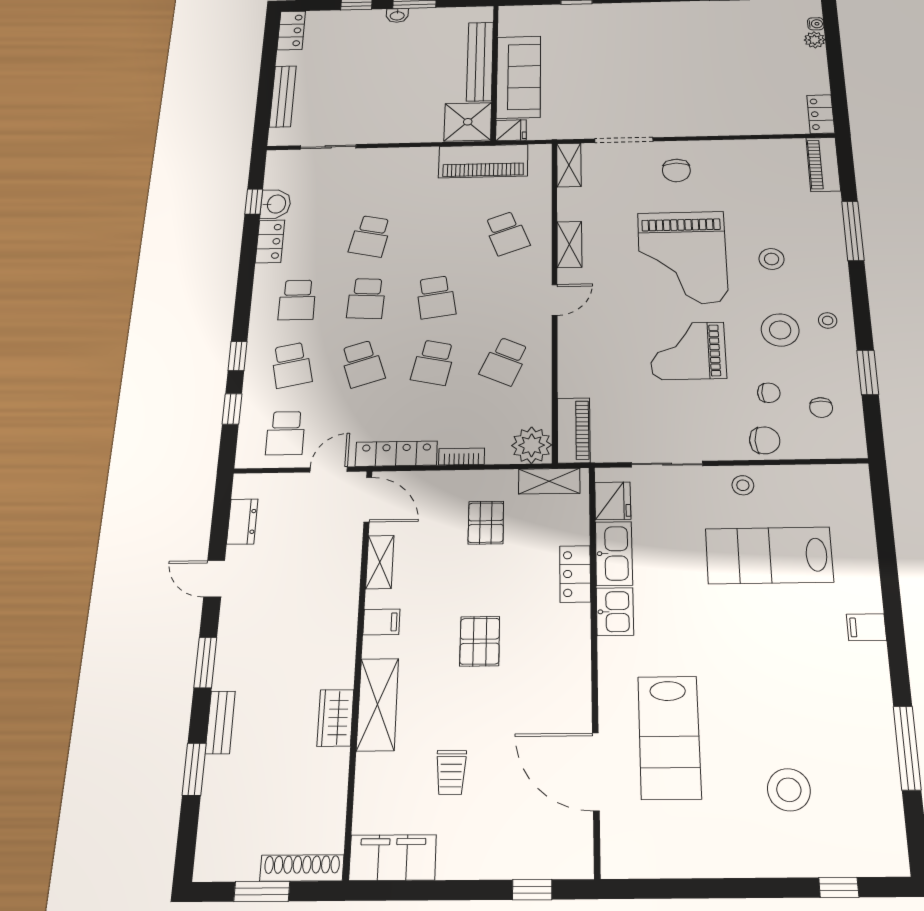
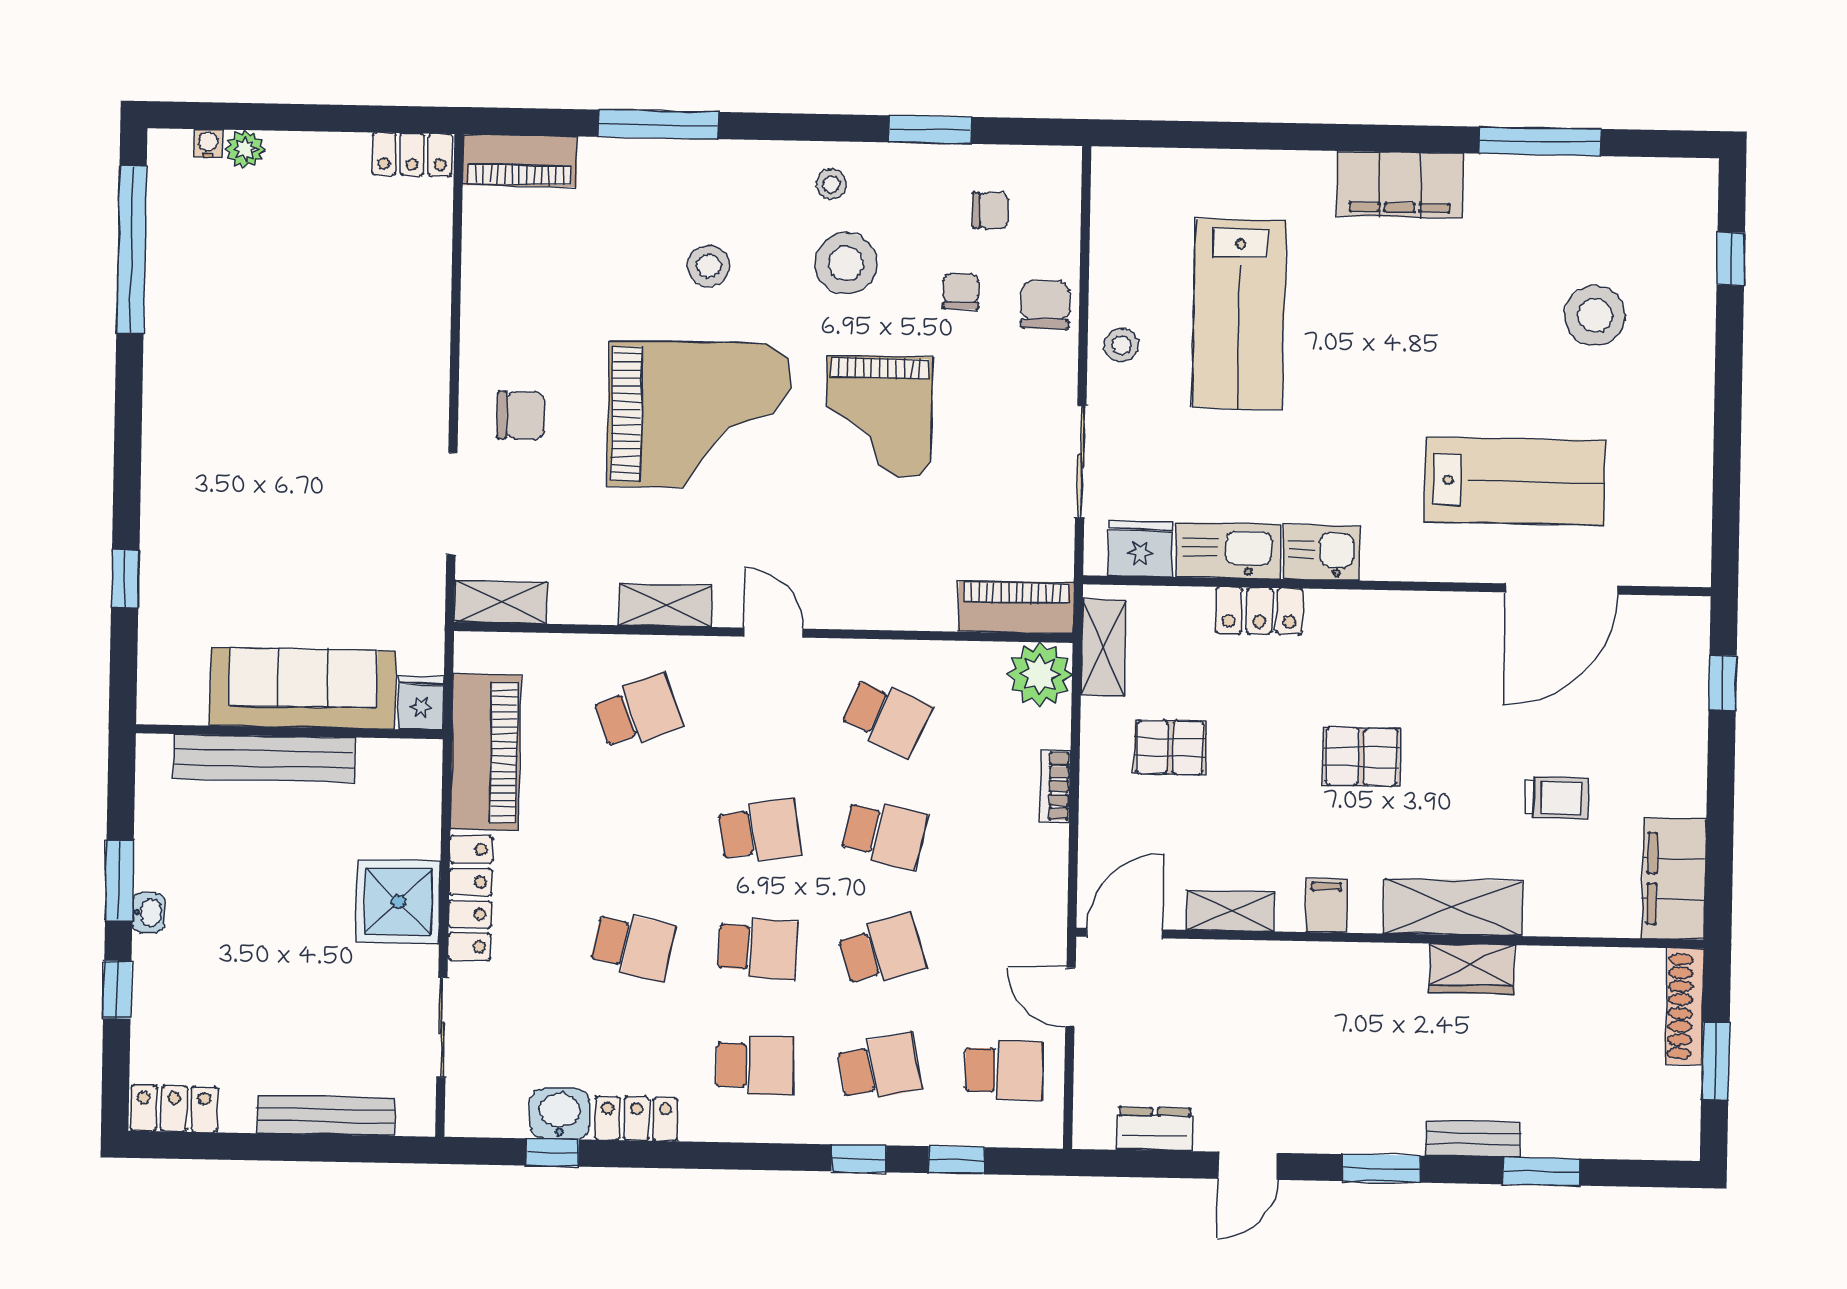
shower: (468, 122) -> (398, 902), moved
locker: (396, 454) -> (470, 898), moved, turned 180
filing cabinet: (866, 627) -> (1400, 185), width x3.00, depth x1.17

